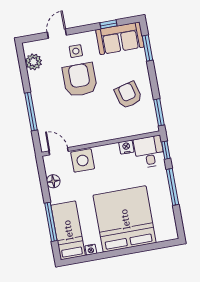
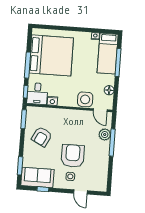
door: (57, 34) -> (80, 192), hinge flipped
plant: (33, 62) -> (105, 135), moved
armchair: (80, 80) -> (73, 156), turned 180
armchair: (128, 95) -> (42, 137), turned 42
bed: (125, 219) -> (51, 55), moved, turned -90

